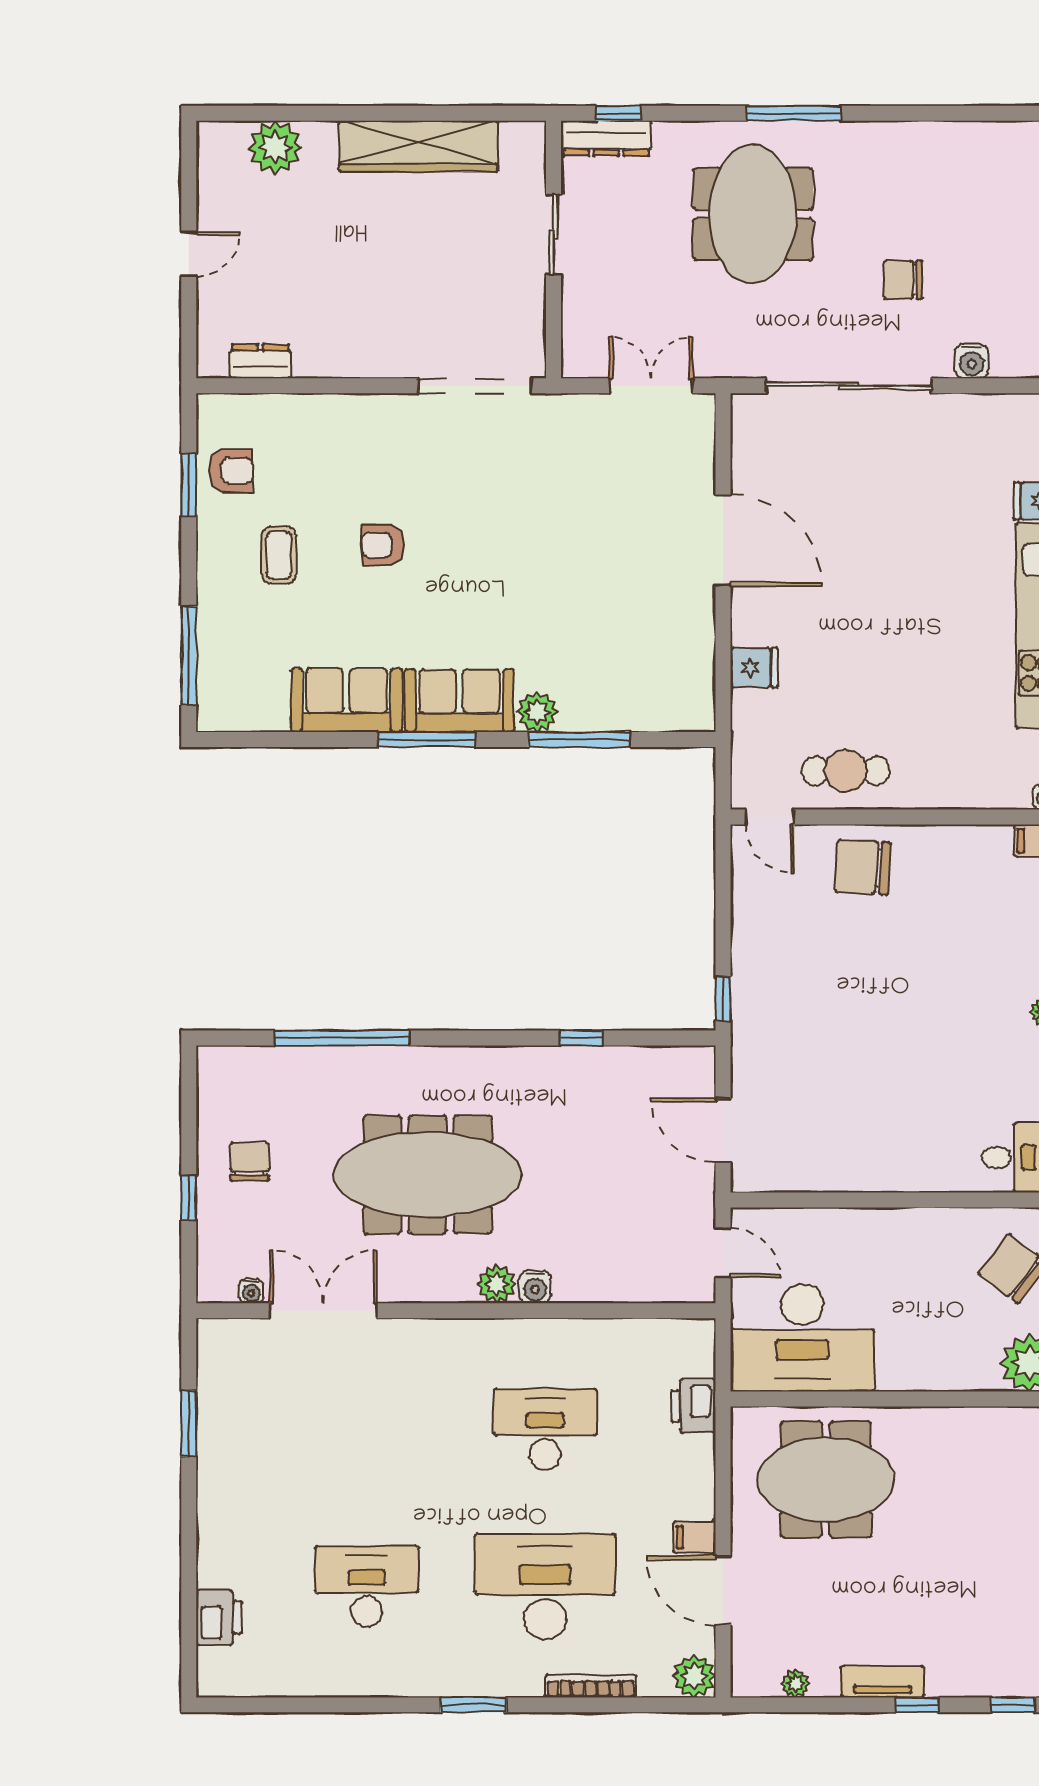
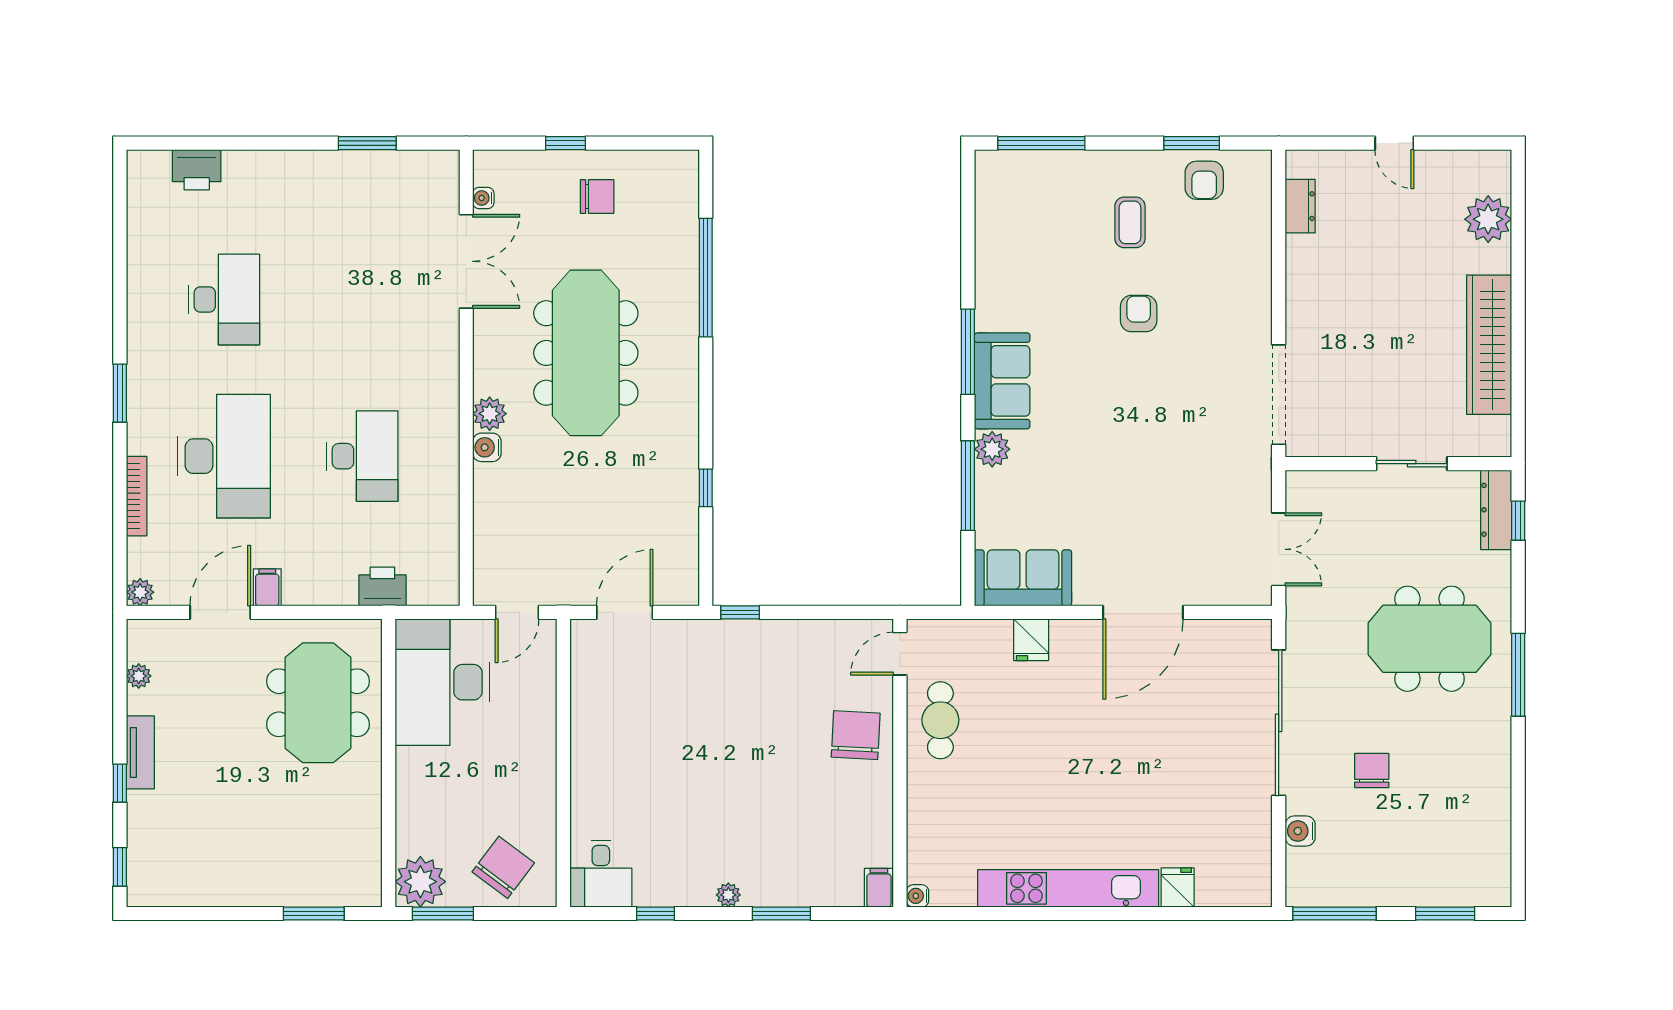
coffee table: (279, 555) -> (1130, 222), turned 90
sofa: (346, 700) -> (1023, 578), moved, turned -90
plant: (694, 1676) -> (140, 592), width x0.73, depth x0.73

